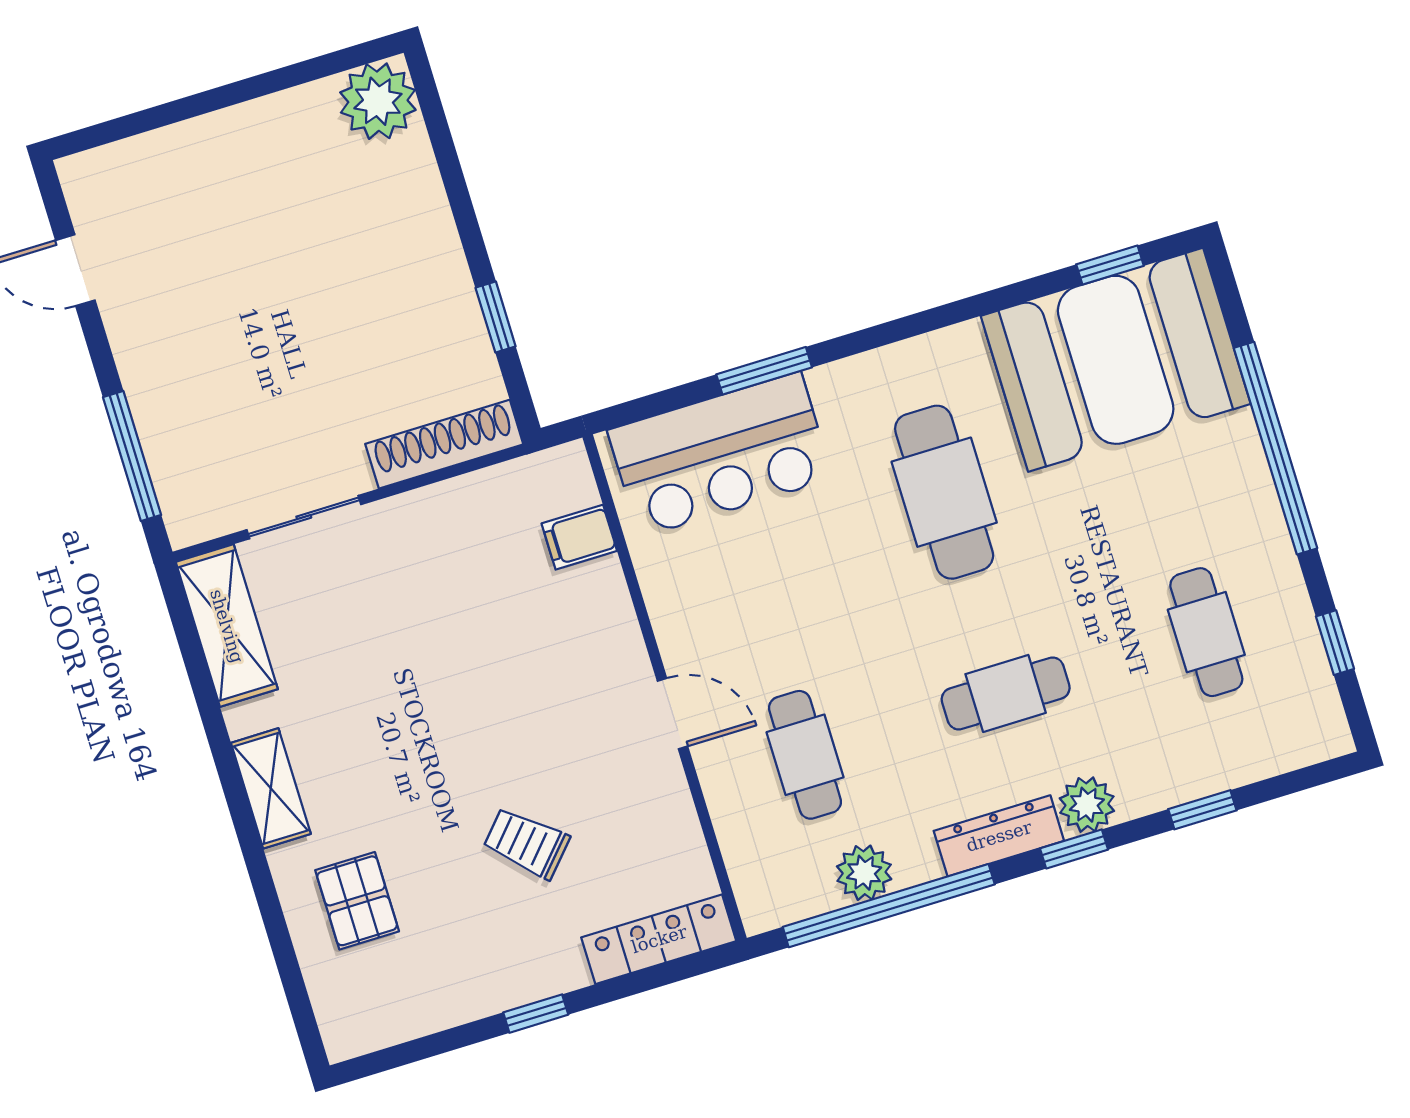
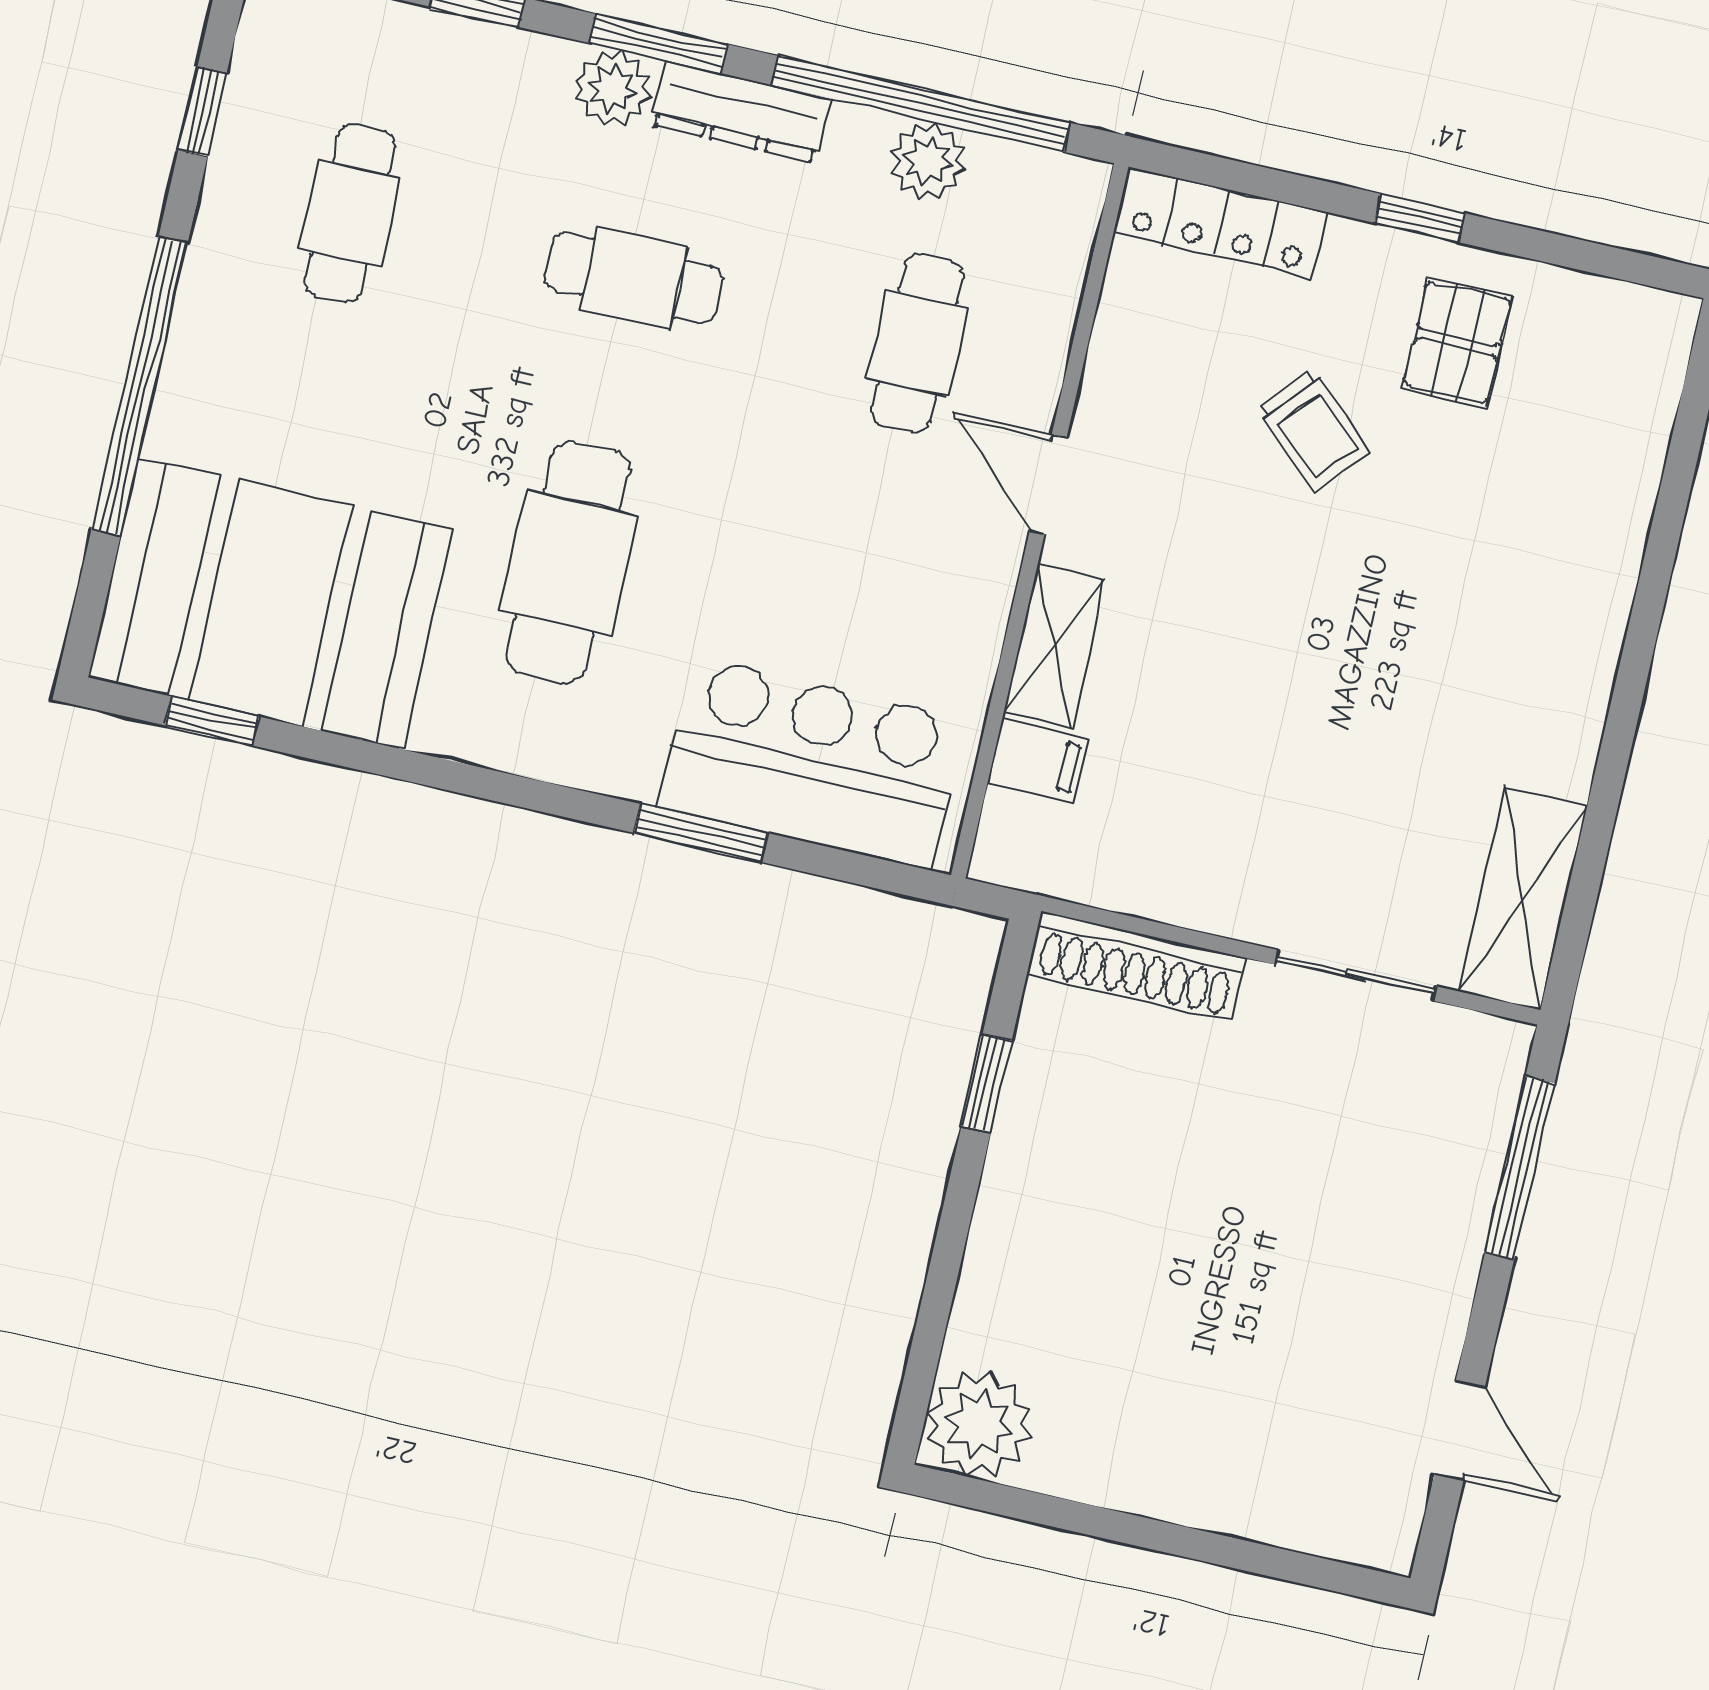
shelving: (271, 788) -> (1054, 645), moved
window: (1074, 849) -> (659, 44), width x1.50
pallet: (357, 901) -> (1457, 342), moved

